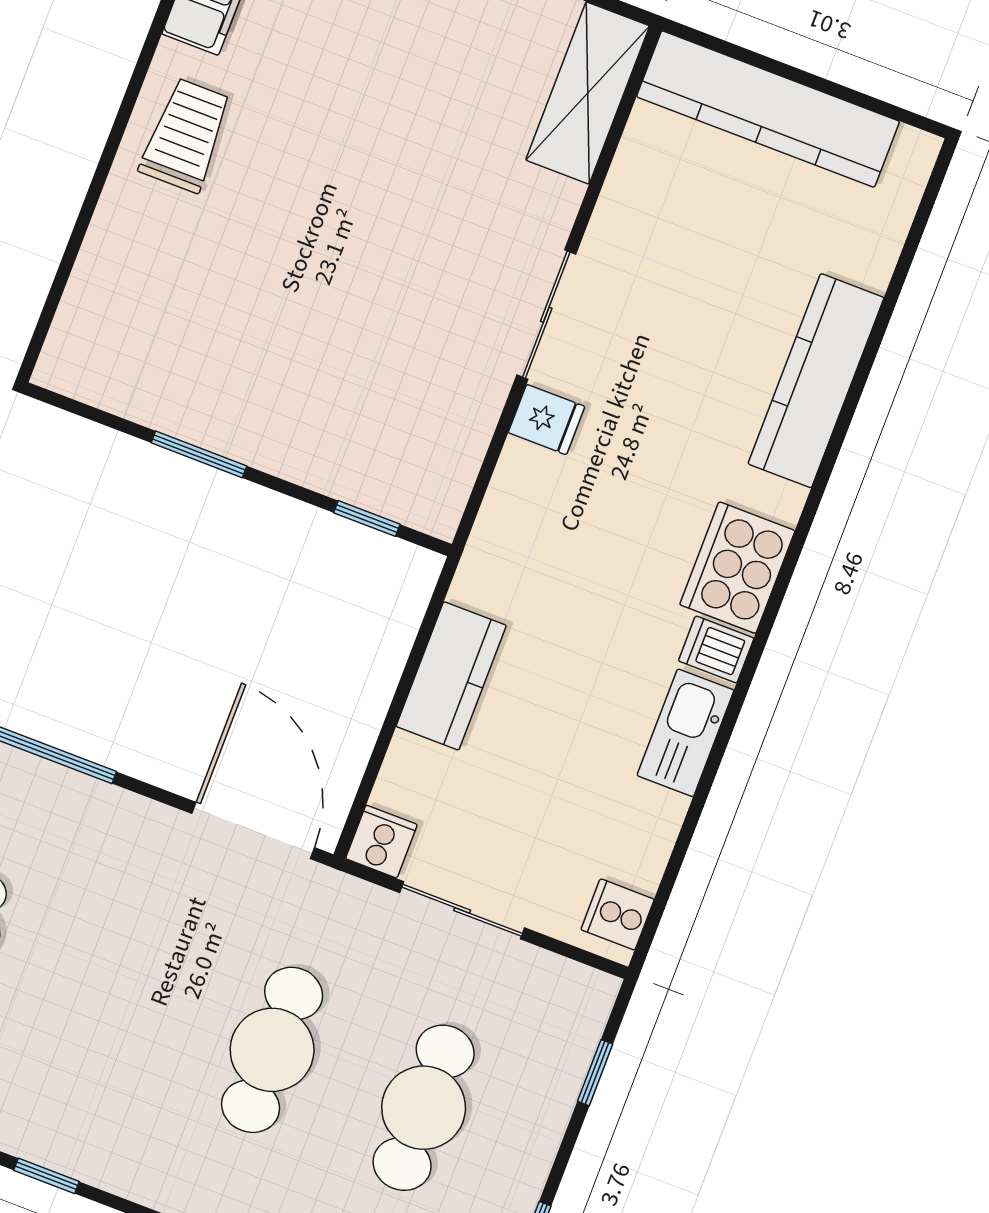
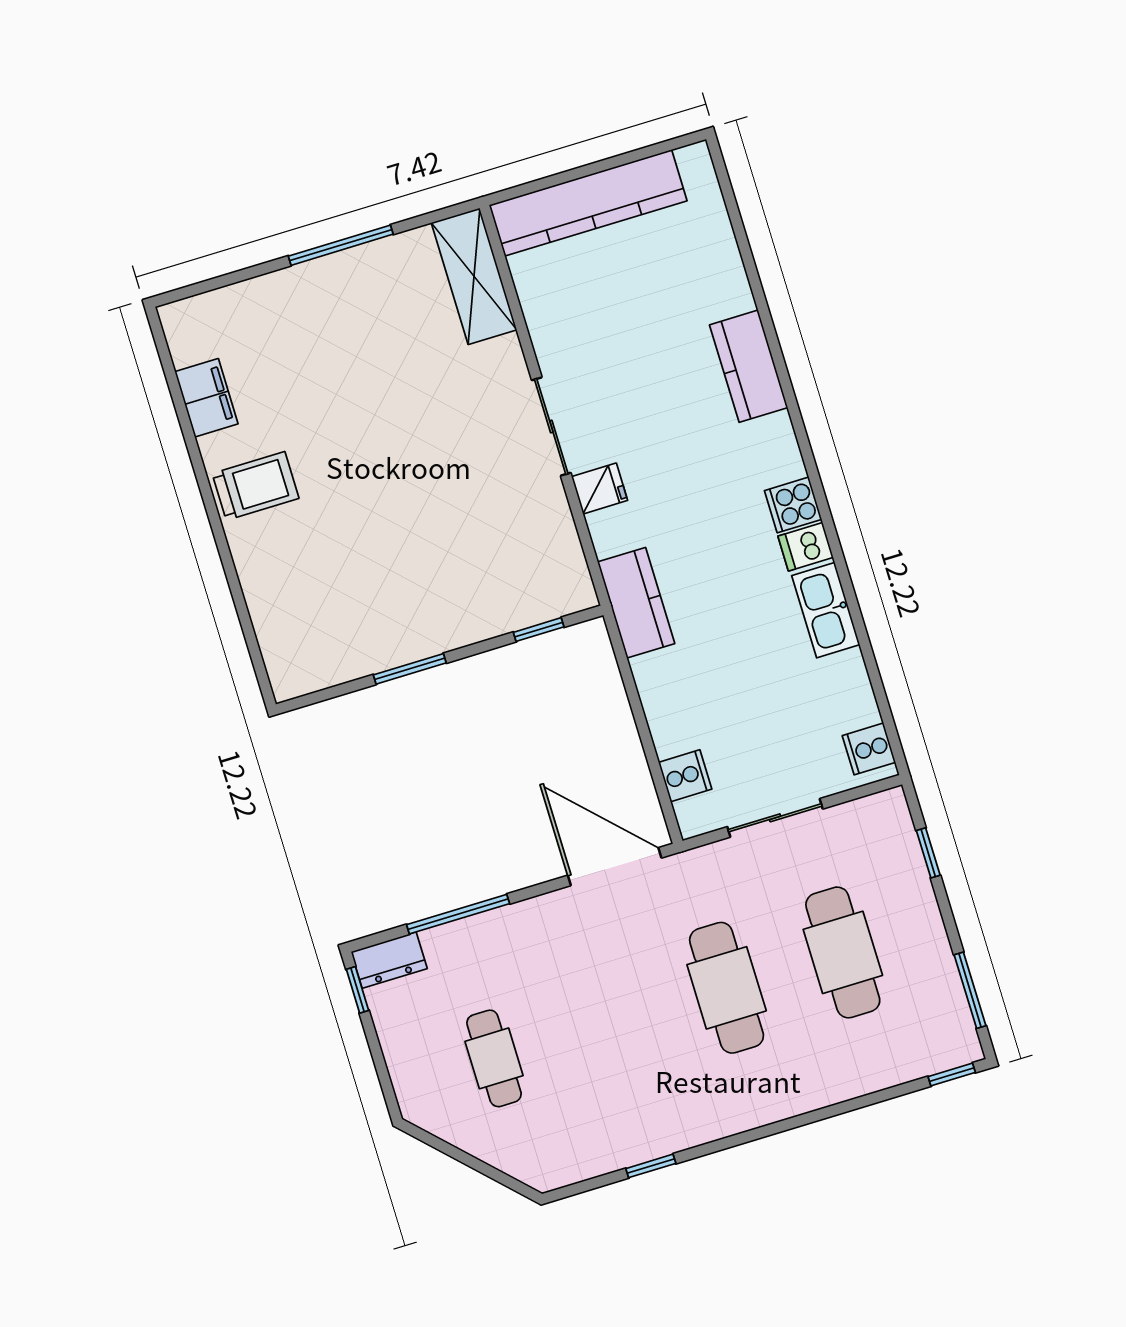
trolley: (186, 135) -> (255, 486), turned 90
kitchen counter: (816, 381) -> (749, 366), width x0.67
cooker: (737, 568) -> (793, 505), width x0.53, depth x0.76
kitchen counter: (451, 676) -> (636, 603), moved
cooker: (381, 842) -> (685, 776), moved, turned 90

